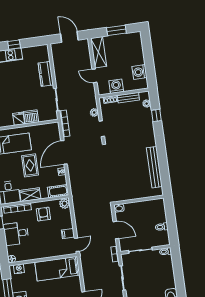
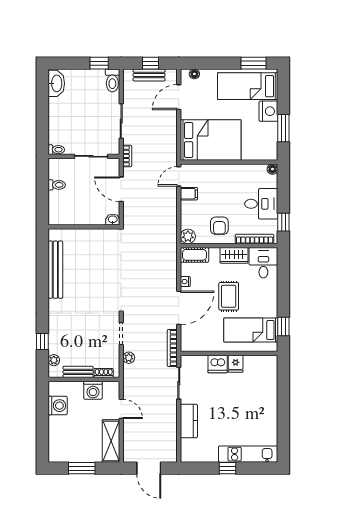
nightstand: (19, 269) -> (264, 154), removed
bed: (57, 269) -> (211, 140), width x1.50

